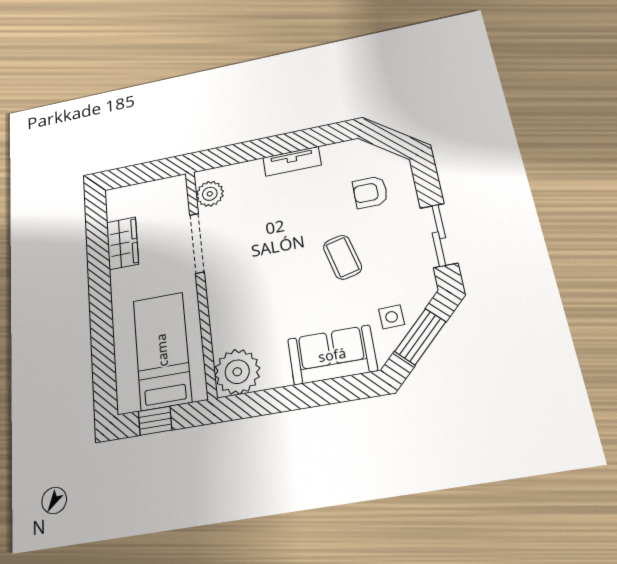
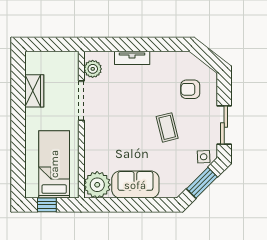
tv unit: (292, 161) -> (132, 58), moved
side table: (392, 317) -> (204, 157), moved
sofa: (332, 355) -> (135, 185), moved

